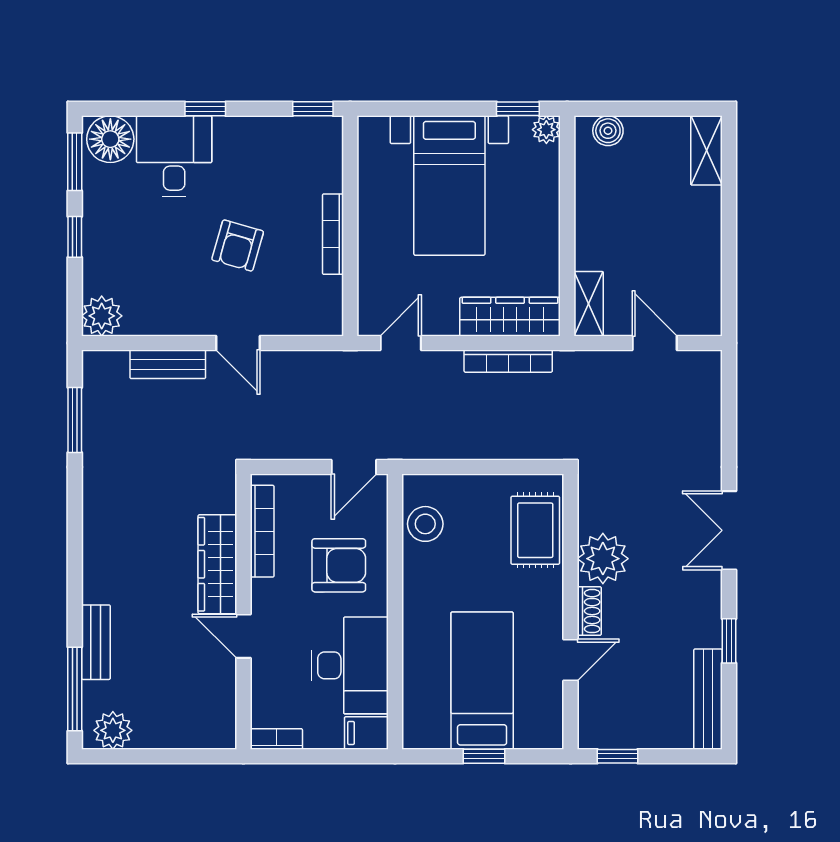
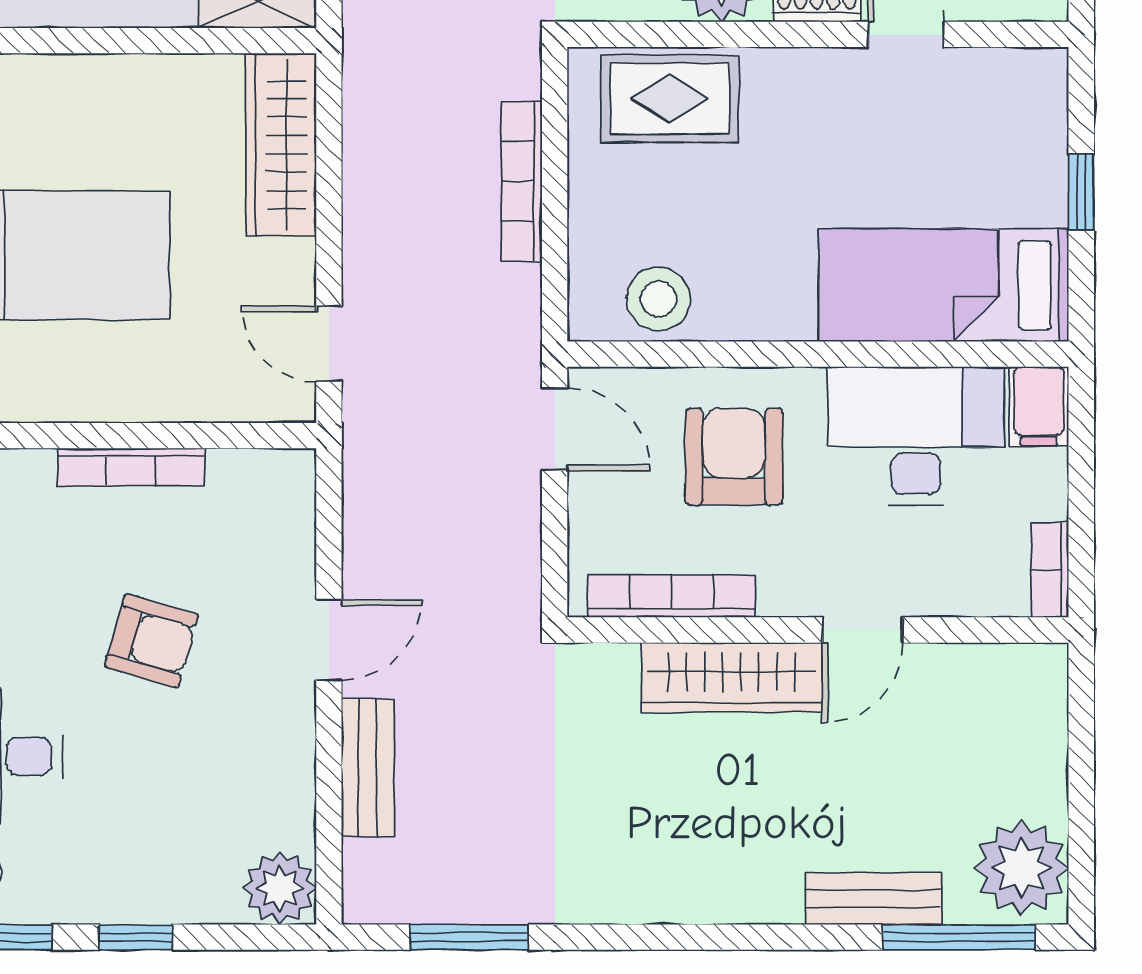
bookcase: (508, 361) -> (522, 181), moved, turned 180
bed: (482, 681) -> (944, 285), moved
plant: (113, 730) -> (1021, 868), width x1.36, depth x1.36

